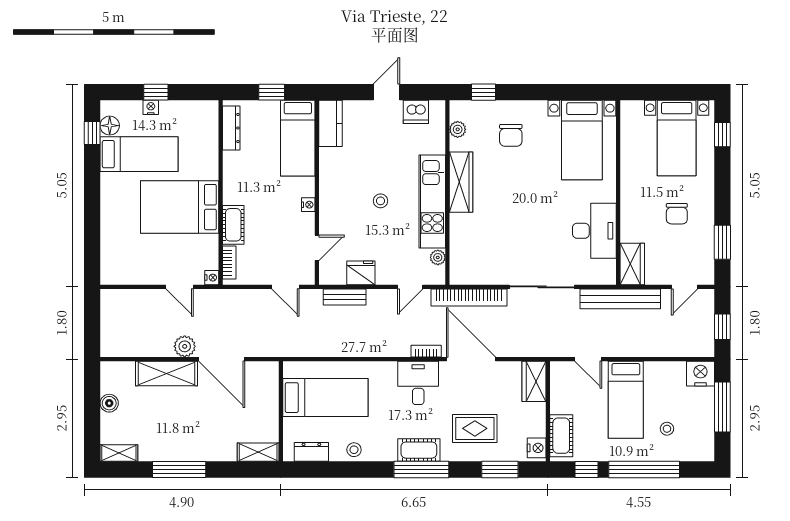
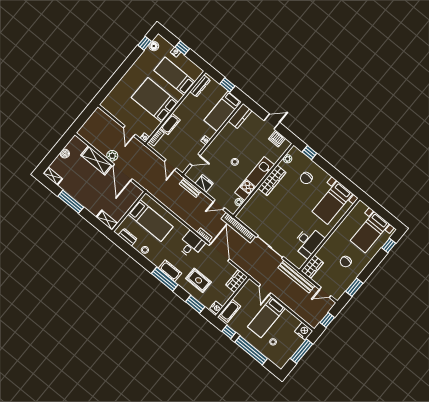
bed: (139, 154) -> (175, 76), moved, turned 180

